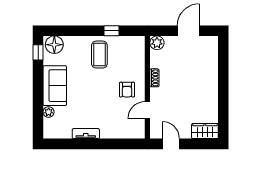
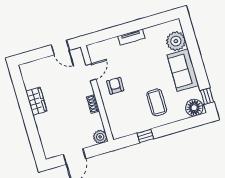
coffee table: (99, 55) -> (157, 102), moved
plant: (49, 112) -> (176, 41), width x1.88, depth x1.88
wardrobe: (205, 131) -> (36, 101), moved, turned -90
tv unit: (86, 134) -> (131, 37), moved

